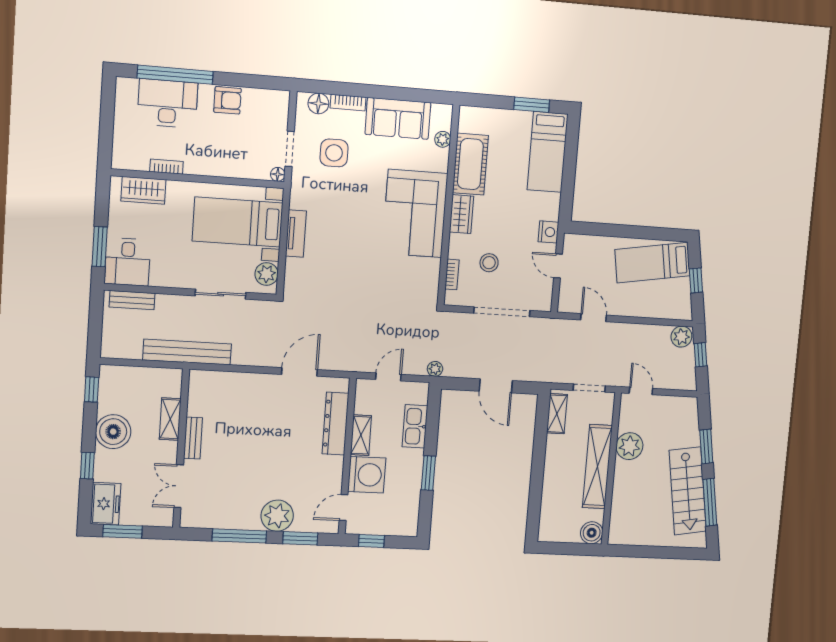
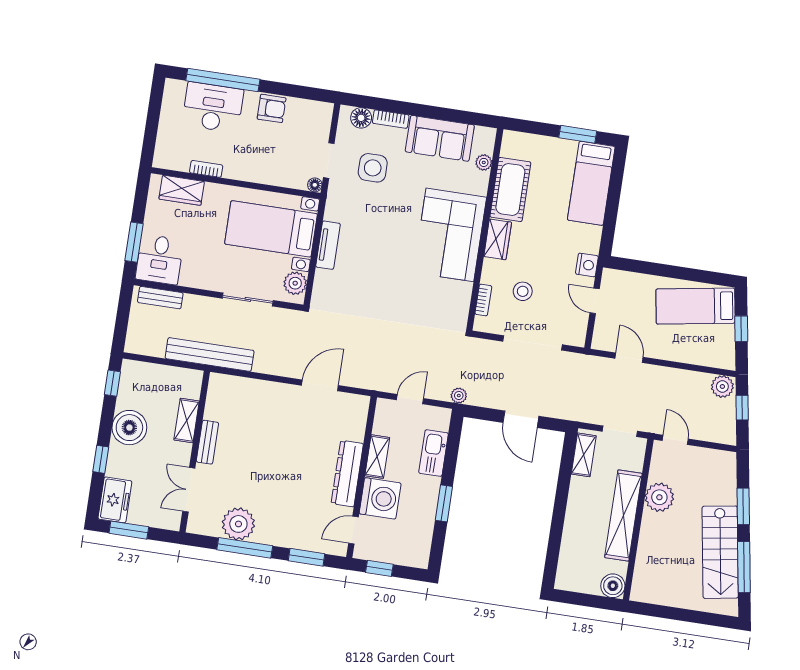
dresser: (336, 424) -> (347, 474), moved
plant: (277, 516) -> (238, 524), moved

